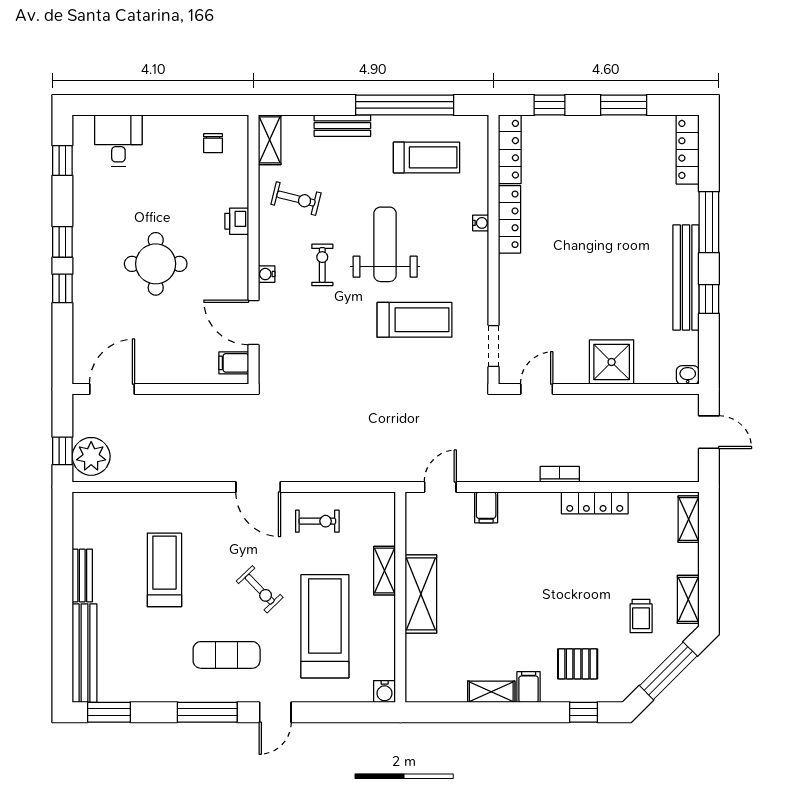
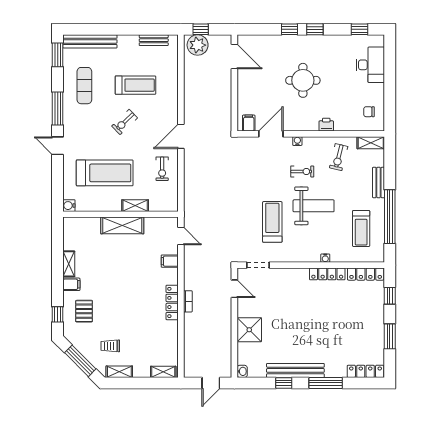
desk: (118, 140) -> (370, 65), width x1.37
treadmill: (415, 320) -> (272, 222), turned 180
locker: (595, 503) -> (172, 302), moved
bench: (82, 575) -> (154, 40), moved
exercise bike: (260, 589) -> (125, 122), moved
exercise mat: (227, 655) -> (84, 86), moved

